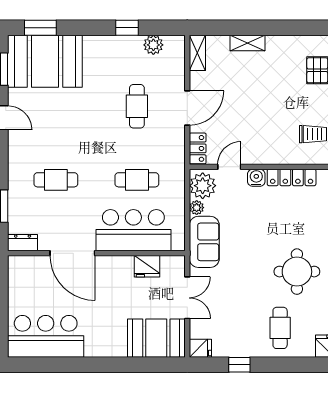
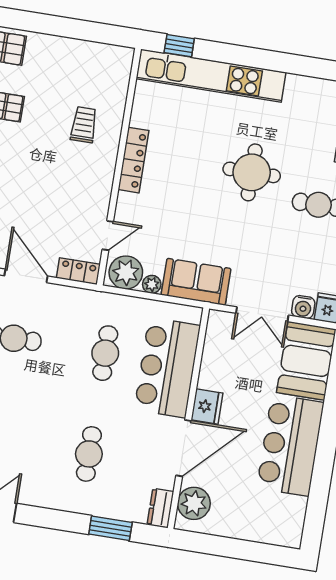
door: (229, 167) -> (108, 235), swing flipped
water cooler: (256, 178) -> (303, 307), moved, turned -90
fridge: (147, 266) -> (207, 406), moved
plant: (31, 268) -> (194, 503), added
double door: (187, 298) -> (262, 314), swing flipped
bar counter: (46, 336) -> (290, 445), moved

